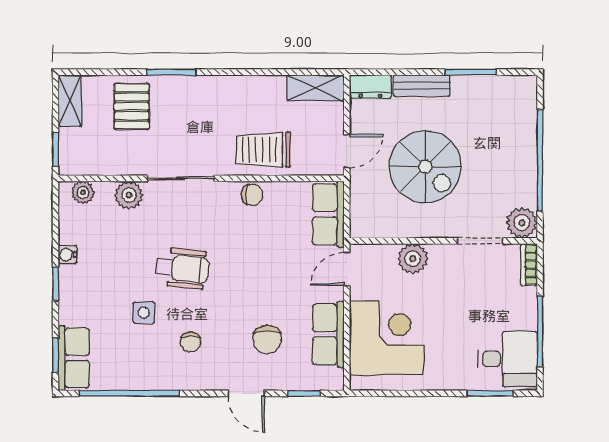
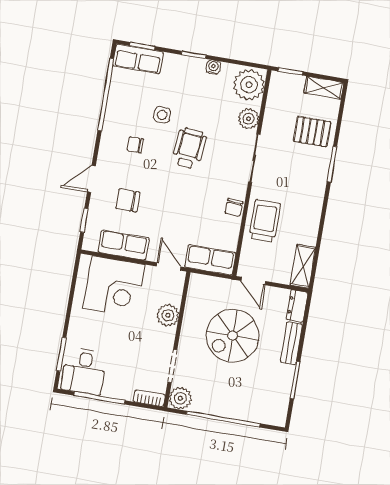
plant: (83, 192) -> (249, 85), width x1.87, depth x1.87
wheelchair: (183, 268) -> (189, 148), turned 180

